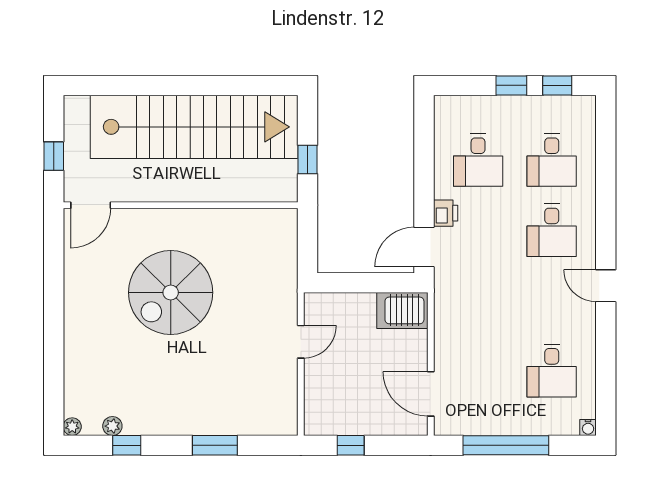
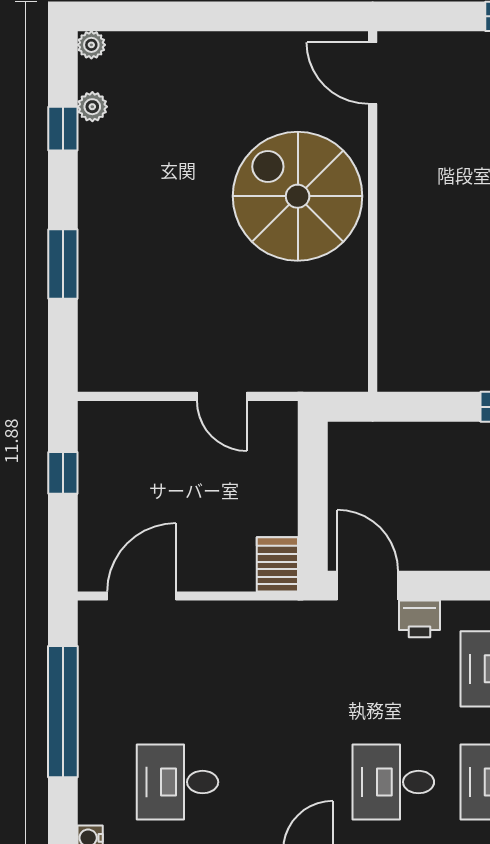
door: (91, 205) -> (373, 73), moved
wall: (181, 205) -> (373, 212), moved
server rack: (402, 310) -> (277, 564), width x0.73, depth x0.70

